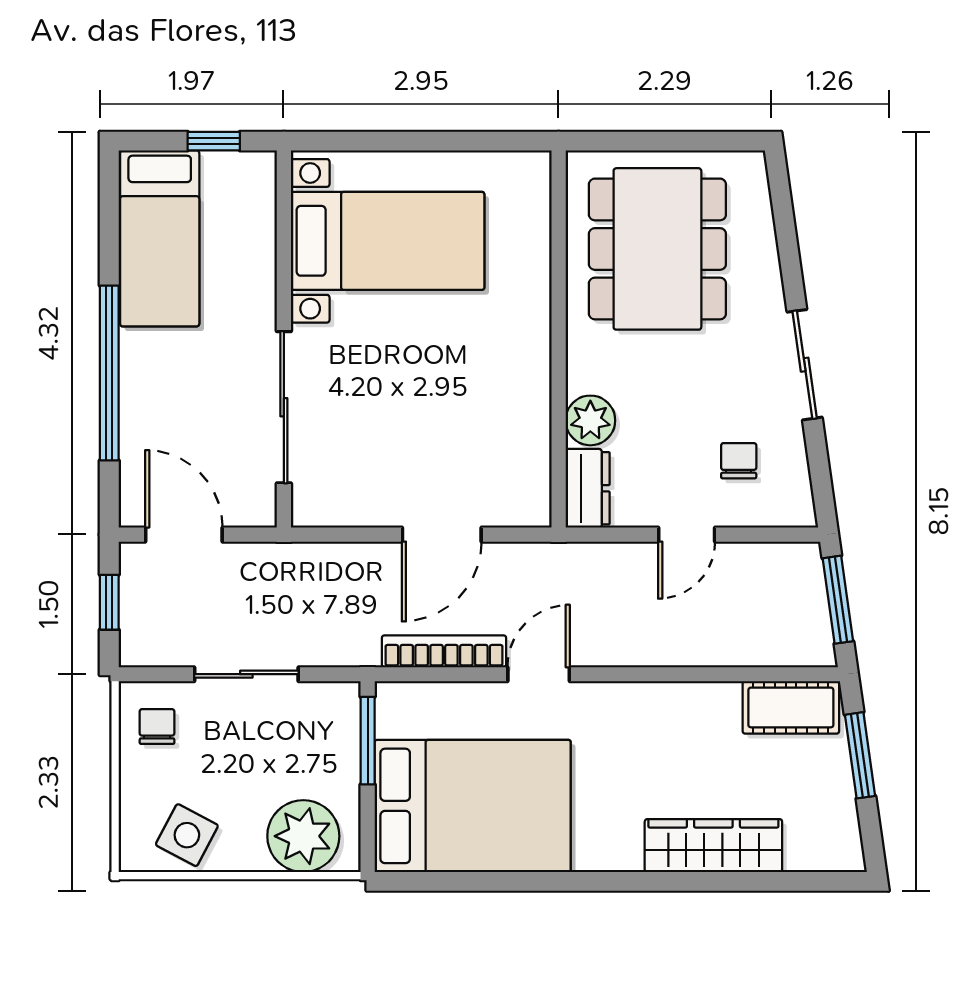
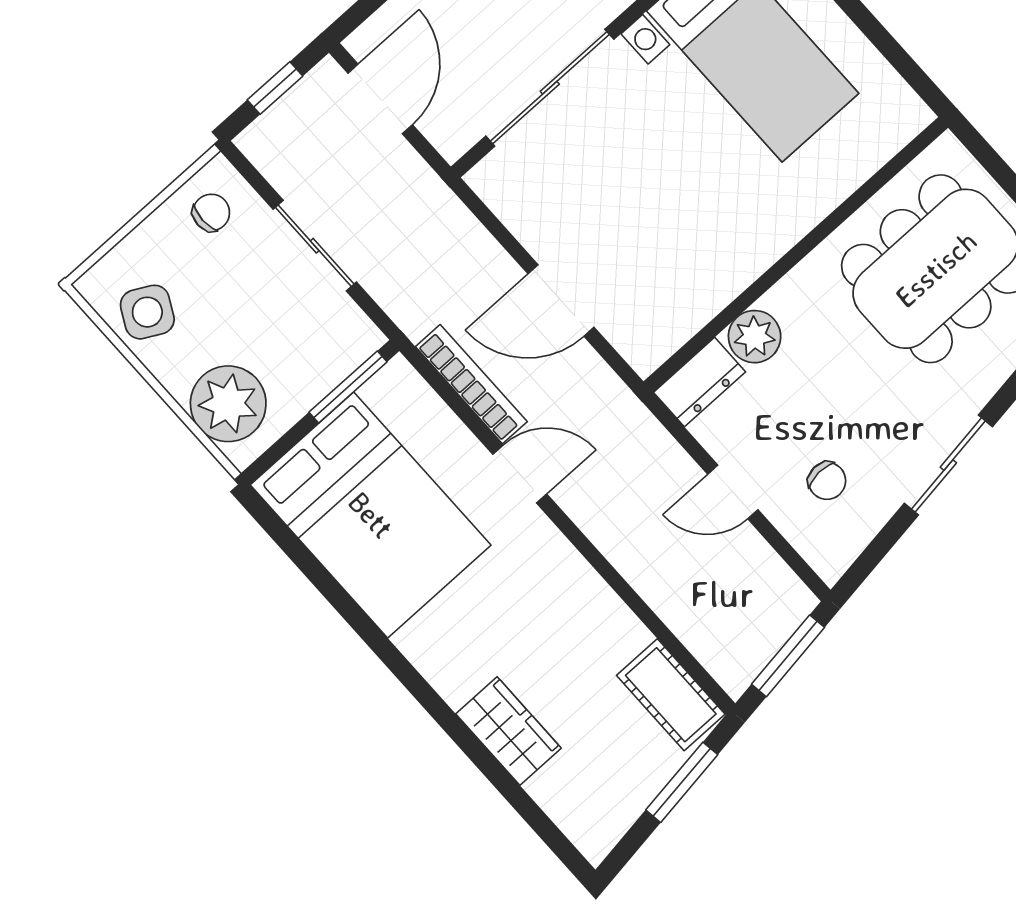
chair: (739, 461) -> (827, 481), turned 87
wardrobe: (713, 846) -> (508, 731), width x0.67

